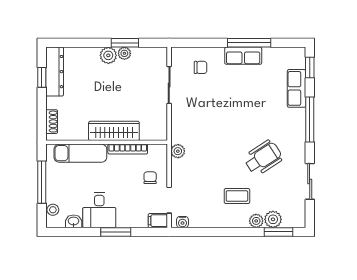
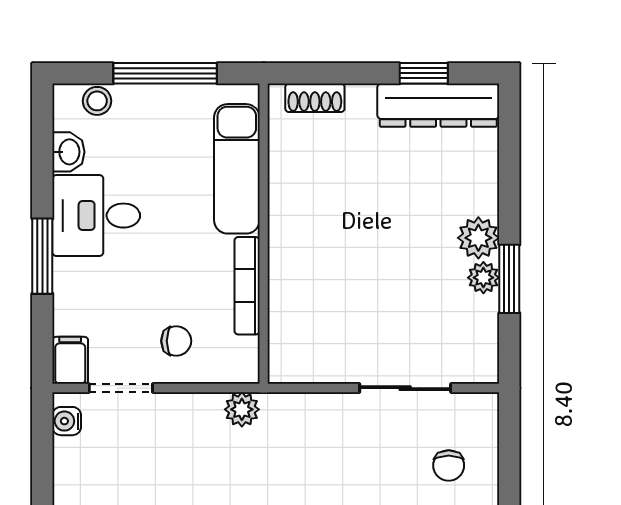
wardrobe: (114, 131) -> (292, 252), removed

